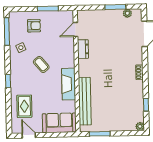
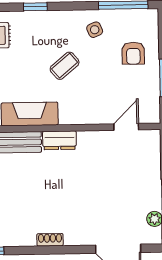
door: (76, 30) -> (126, 127), hinge flipped
dresser: (83, 49) -> (59, 140), moved

